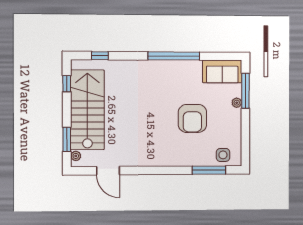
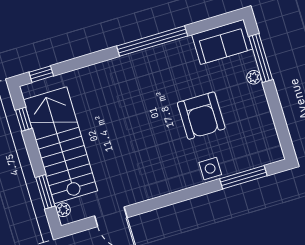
window: (100, 56) -> (41, 74), moved
side table: (223, 155) -> (210, 169), moved

